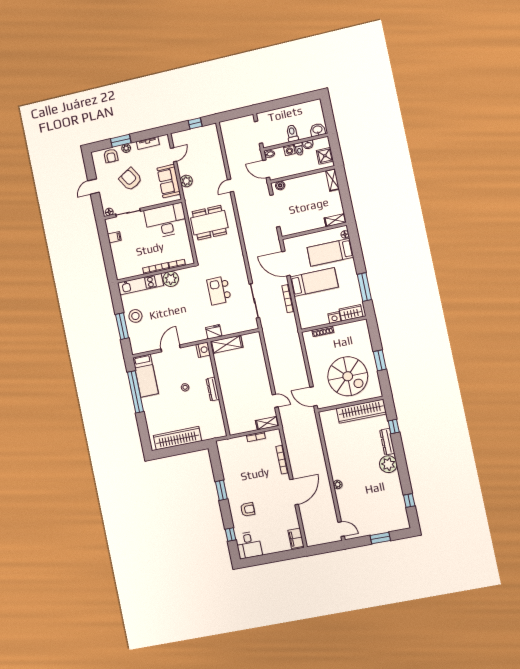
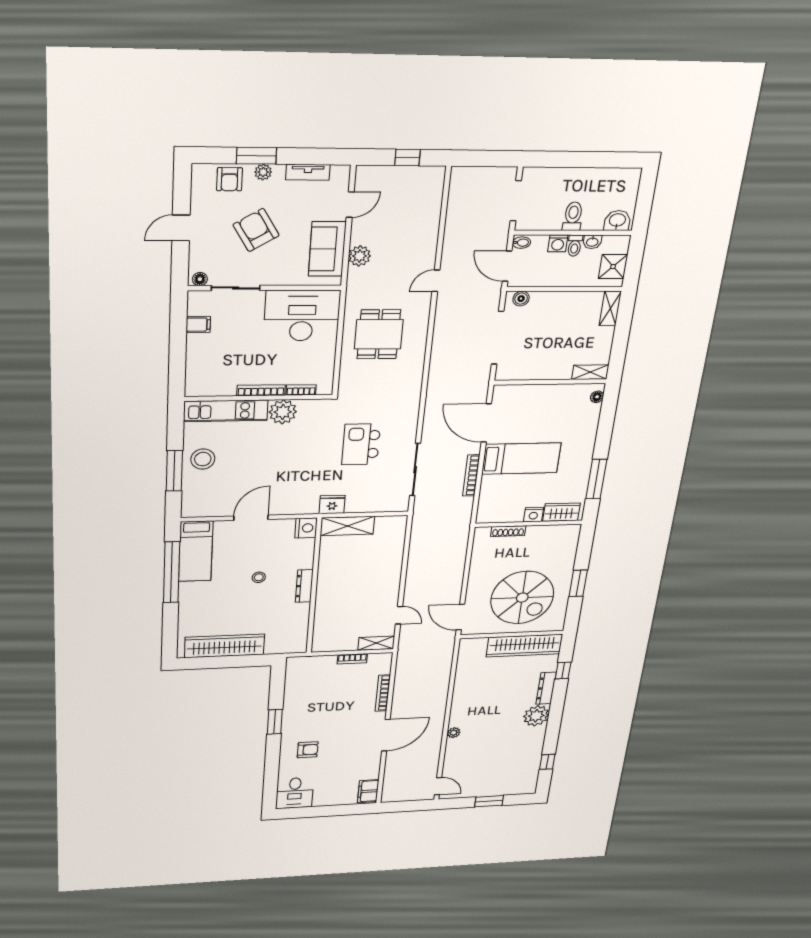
dining table: (209, 223) -> (379, 334), width x0.73
bed: (330, 252) -> (564, 419), removed
window: (231, 534) -> (271, 778), removed

